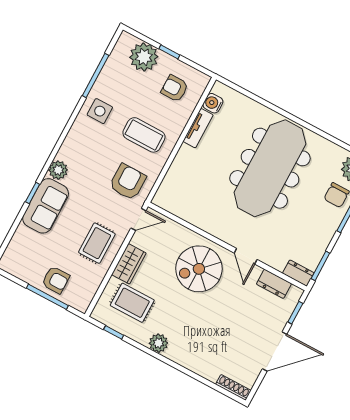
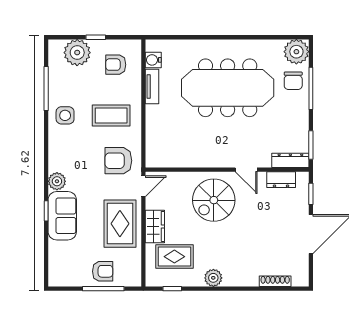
meeting table: (270, 168) -> (228, 88), turned 90
armchair: (128, 182) -> (118, 161), turned -90
rug: (97, 243) -> (120, 224), width x1.36, depth x1.43
dresser: (298, 273) -> (290, 160), width x1.44
shoe rack: (233, 387) -> (275, 281), moved

